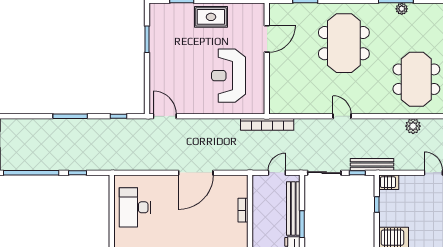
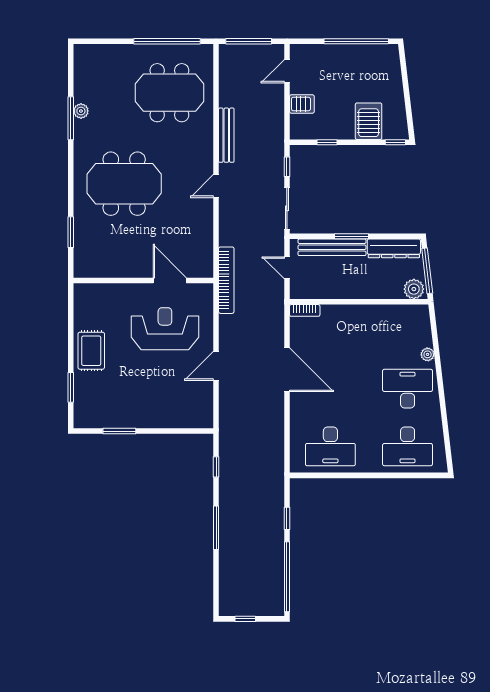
door: (267, 39) -> (170, 280), moved
reception desk: (229, 76) -> (165, 329), turned 180
door: (165, 116) -> (216, 366), moved
plant: (413, 126) -> (228, 97), removed
bench: (372, 164) -> (226, 135), moved
server rack: (389, 182) -> (302, 104), moved, turned 90
bookcase: (243, 210) -> (305, 310), moved

